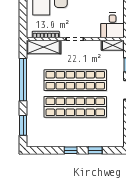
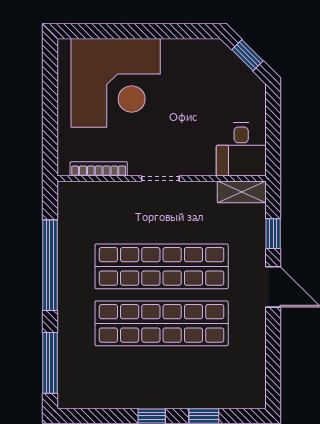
shelving: (44, 47) -> (94, 196), removed
window: (23, 125) -> (50, 363), width x1.44

